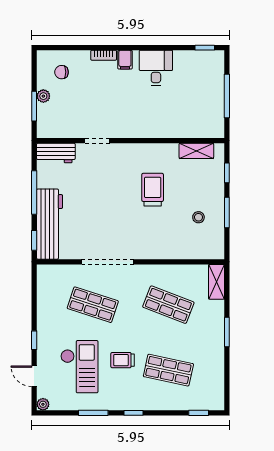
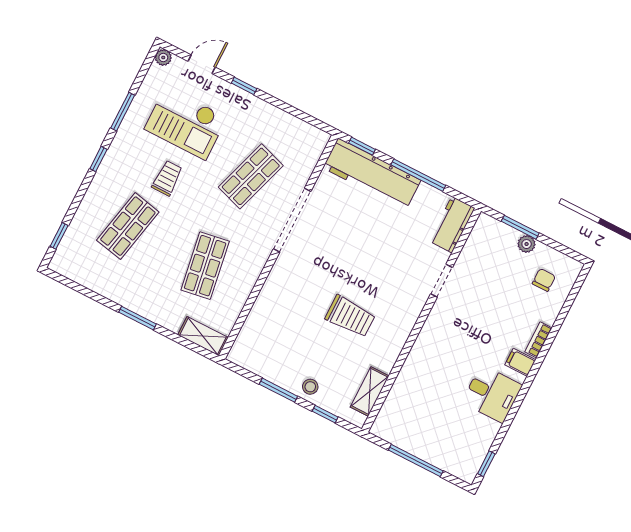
stool: (198, 217) -> (310, 387), moved
shop shelf: (168, 305) -> (205, 266), turned -30

